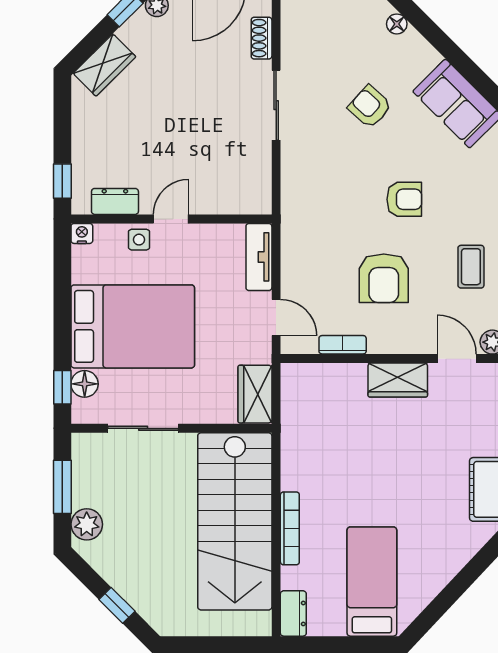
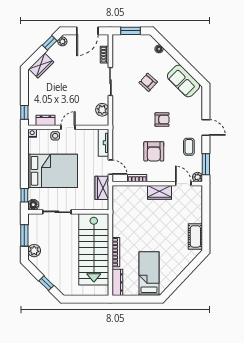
plant: (256, 175) -> (102, 110), added
floor lamp: (85, 384) -> (33, 205), moved
wardrobe: (255, 394) -> (102, 188), moved
dresser: (293, 613) -> (117, 282), width x1.44

